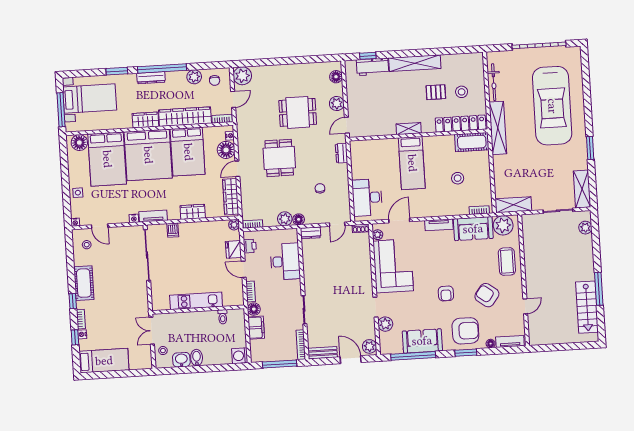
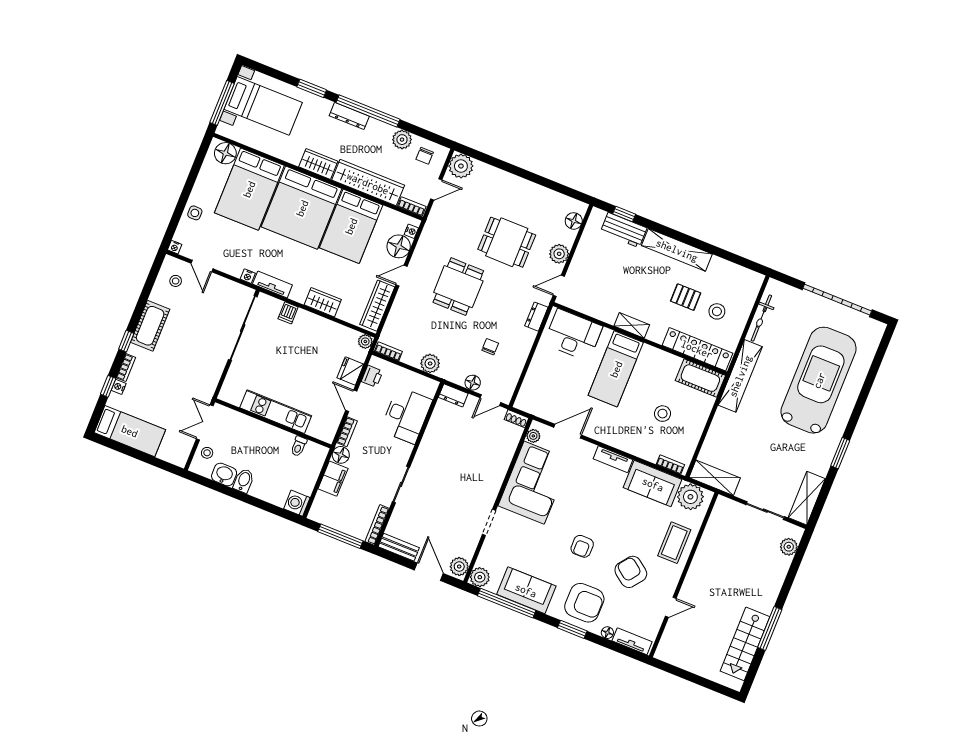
car: (552, 106) -> (819, 380), turned 180
desk: (367, 198) -> (573, 335), moved, turned 90
floor lamp: (299, 219) -> (473, 383), moved
plant: (385, 324) -> (480, 577), moved

